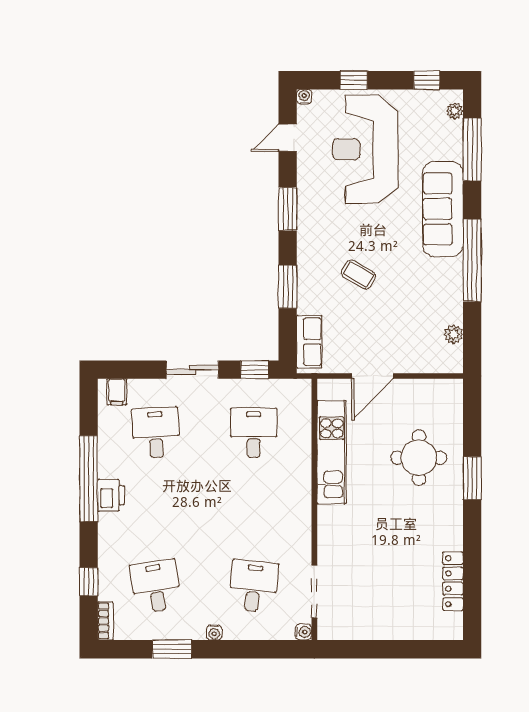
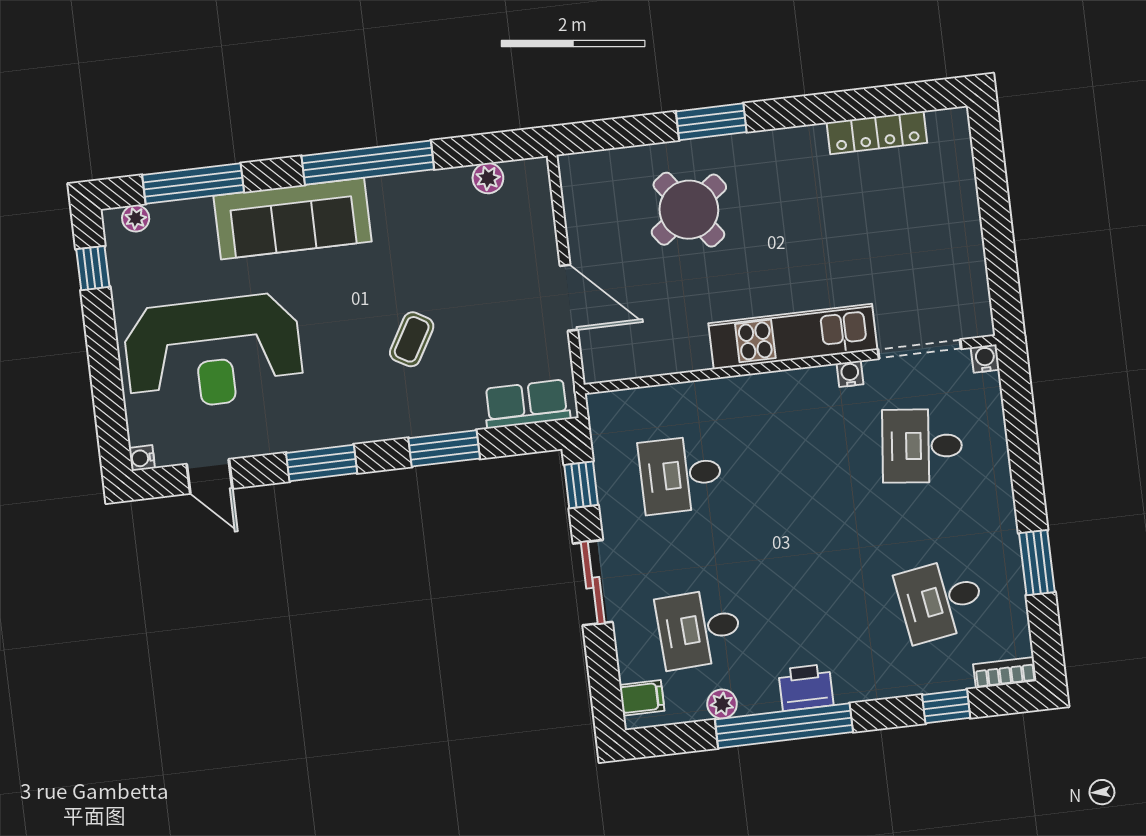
window: (354, 80) -> (107, 383), removed
plant: (107, 442) -> (722, 704), added
kitchen unit: (332, 452) -> (793, 336), moved
round table: (419, 458) -> (689, 210), turned -36
water cooler: (214, 633) -> (850, 374), moved, turned -90

